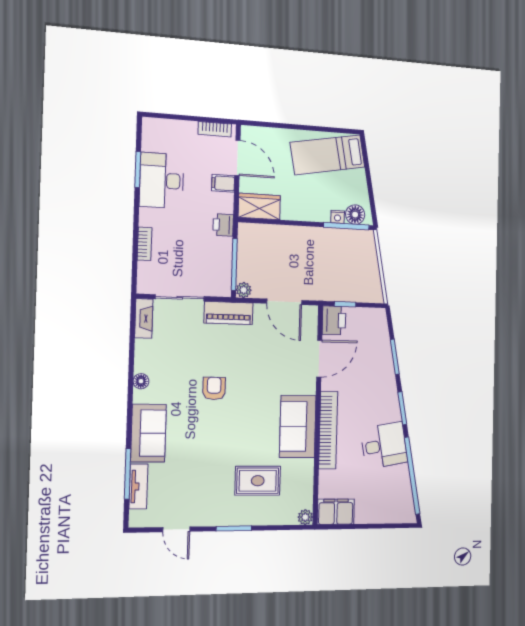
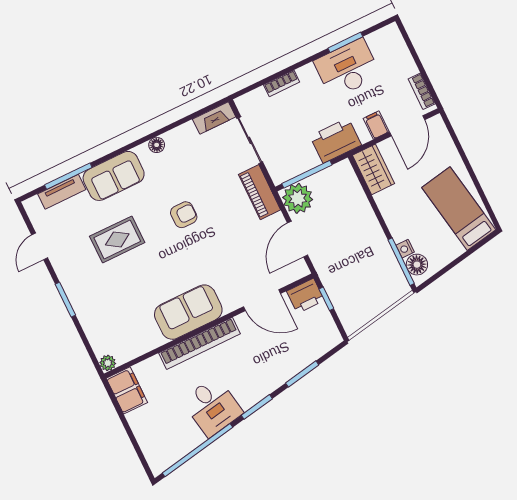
printer: (223, 225) -> (336, 141), width x1.87, depth x1.48
plant: (244, 290) -> (298, 198), width x1.87, depth x1.87
rug: (258, 481) -> (117, 239), moved, turned 90

